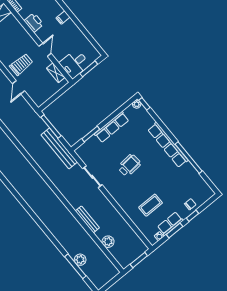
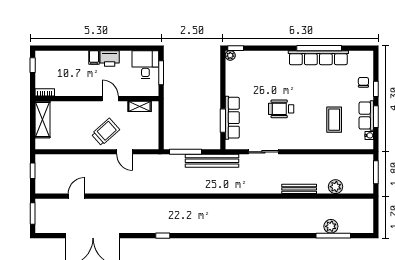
printer: (34, 23) -> (110, 58), moved, turned 180
trolley: (21, 64) -> (105, 132), turned 48
desk: (75, 64) -> (145, 65), moved, turned 180
row of seats: (112, 127) -> (232, 118), moved
row of seats: (168, 145) -> (318, 58), moved
wheelchair: (129, 165) -> (281, 109), turned -85

